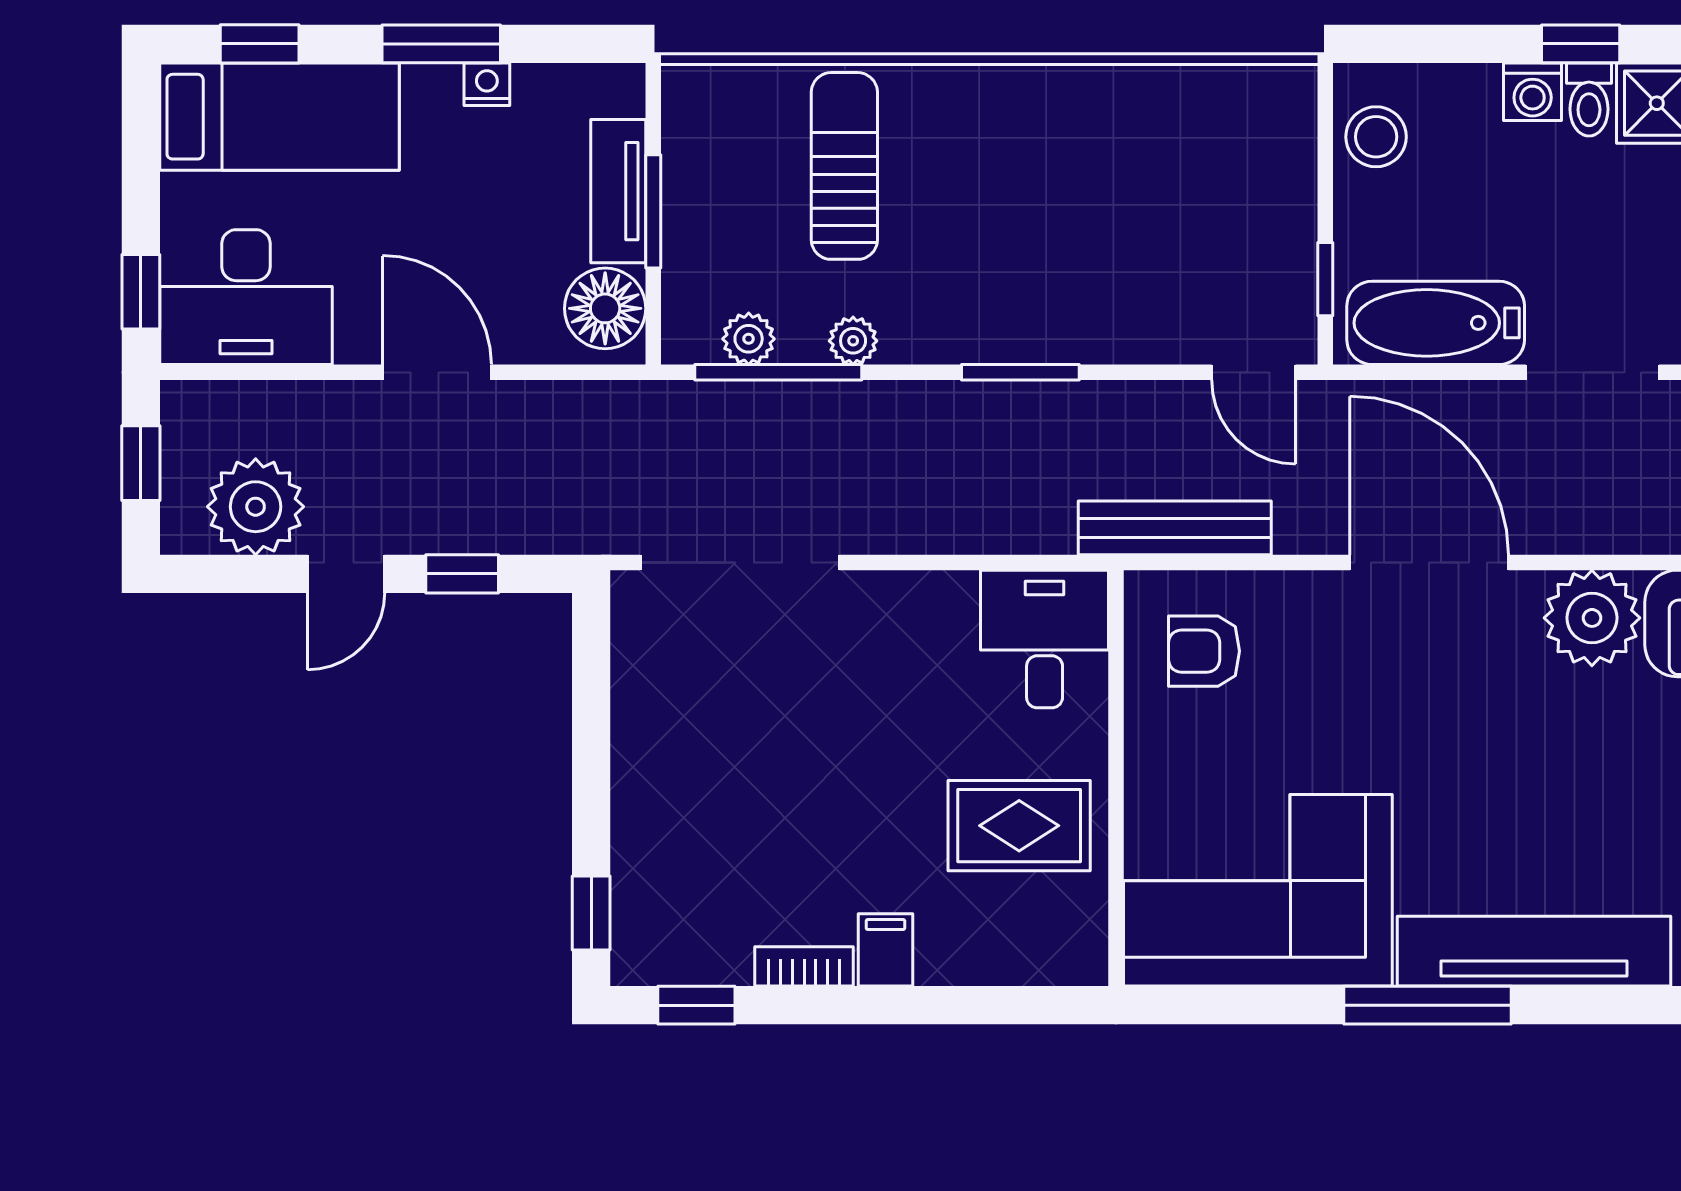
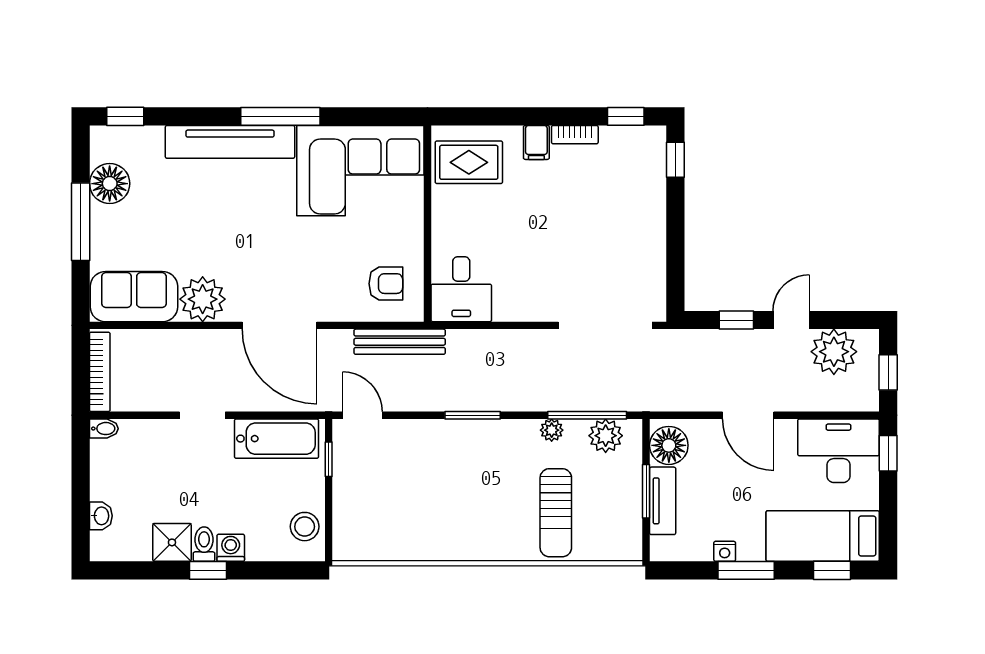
plant: (749, 339) -> (606, 436), width x1.38, depth x1.38
doorway: (1592, 372) -> (202, 415), width x0.73
rug: (1019, 826) -> (469, 162), moved

